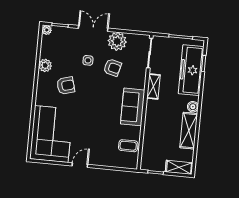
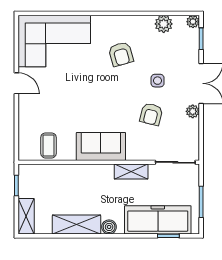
plant: (117, 41) -> (193, 111), width x0.53, depth x0.53
plant: (45, 65) -> (164, 24), moved

